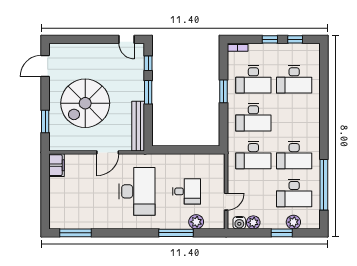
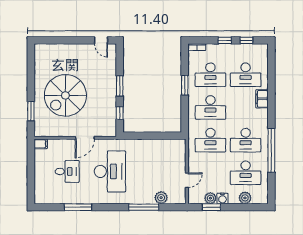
window: (148, 63) -> (120, 113), moved
door: (45, 66) -> (31, 63), removed
filing cabinet: (313, 107) -> (262, 99), added
bench: (138, 126) -> (111, 115), removed
filing cabinet: (57, 165) -> (41, 144), width x0.50
window: (324, 185) -> (271, 150), moved
desk: (187, 191) -> (67, 171), moved
water cooler: (239, 223) -> (222, 199), moved
window: (76, 233) -> (78, 207), moved
window: (282, 233) -> (211, 207), moved

